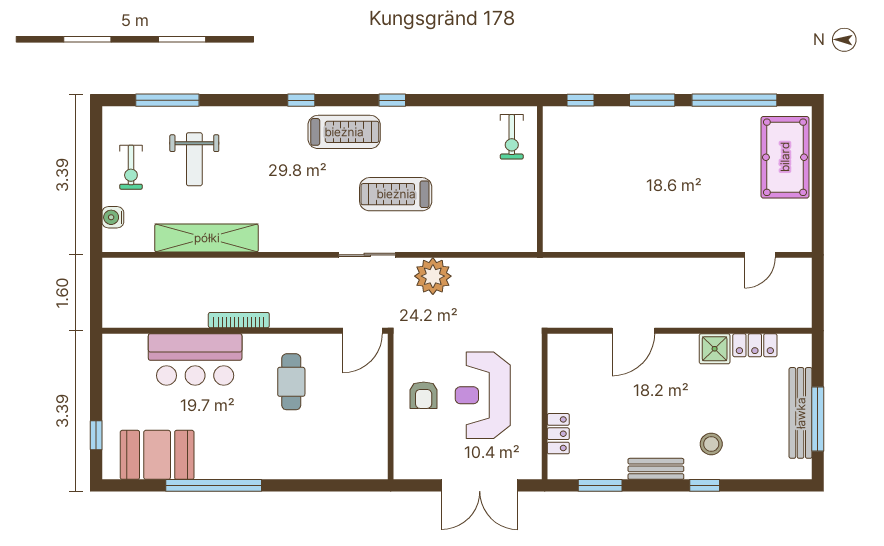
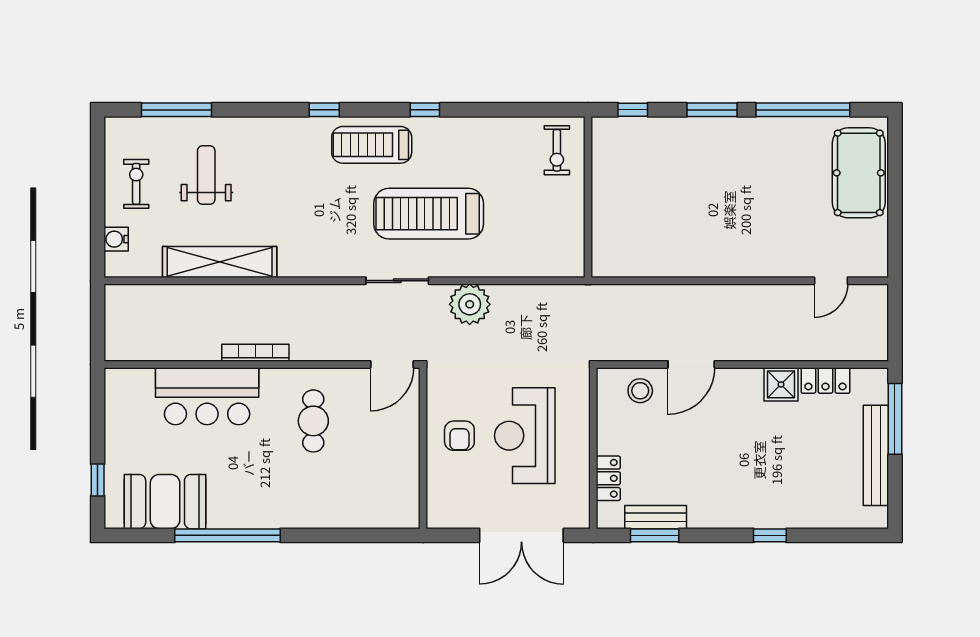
treadmill: (344, 132) -> (372, 145), turned 180
weight bench: (194, 159) -> (206, 175), turned 180
exercise bike: (131, 167) -> (136, 184), turned 180
treadmill: (396, 194) -> (429, 214), width x1.37, depth x1.38
window: (818, 419) -> (895, 419), moved
stool: (711, 444) -> (640, 391), moved
bench: (656, 469) -> (656, 517), moved

